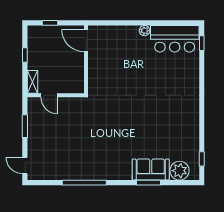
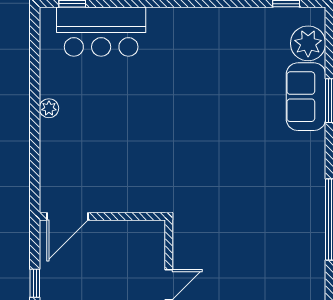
bar counter: (175, 39) -> (101, 32), moved, turned 90

